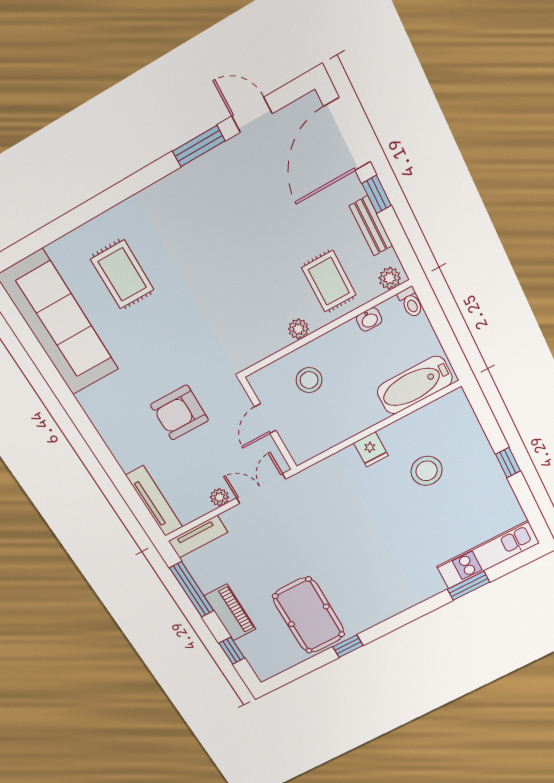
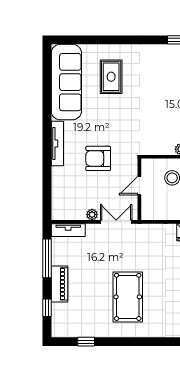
tv unit: (154, 501) -> (57, 143), moved
pool table: (309, 615) -> (128, 297), moved
window: (348, 646) -> (86, 342), moved

